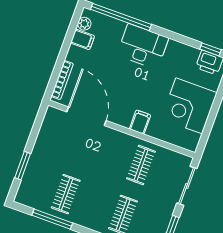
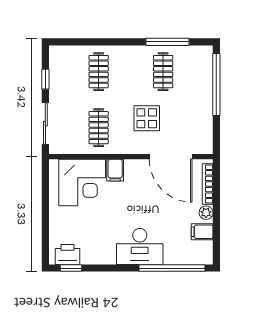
plant: (84, 24) -> (206, 213), moved
corner desk: (189, 106) -> (82, 183), moved, turned 90
display table: (95, 158) -> (147, 118), added
window: (23, 166) -> (216, 84), width x2.11

